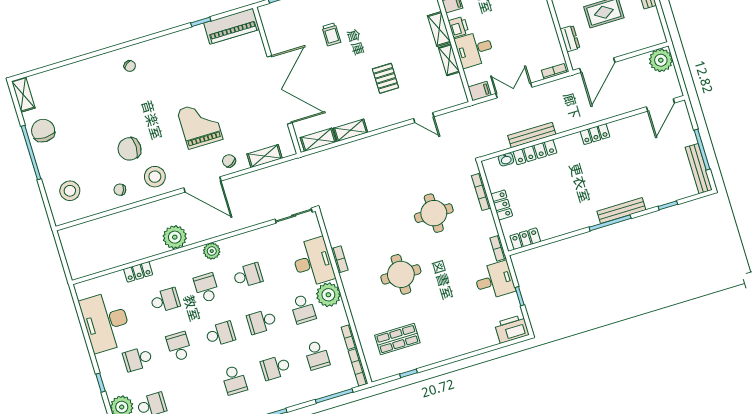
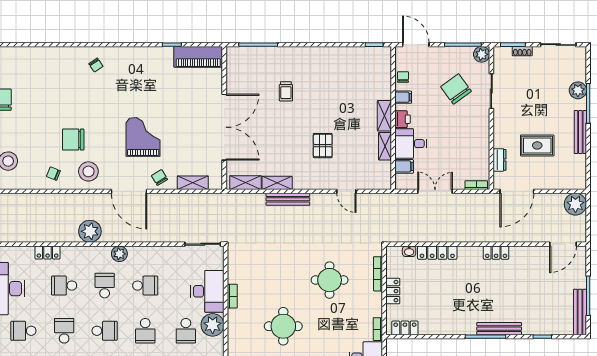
filing cabinet: (480, 91) -> (404, 166), moved
bench: (532, 135) -> (288, 199), moved
school desk: (165, 300) -> (64, 286), turned 180
school desk: (262, 321) -> (145, 331), turned -90

